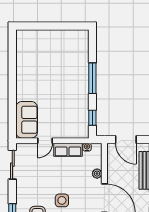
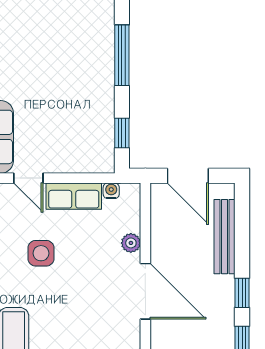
door: (45, 141) -> (28, 178), hinge flipped
side table: (62, 200) -> (41, 253), moved

